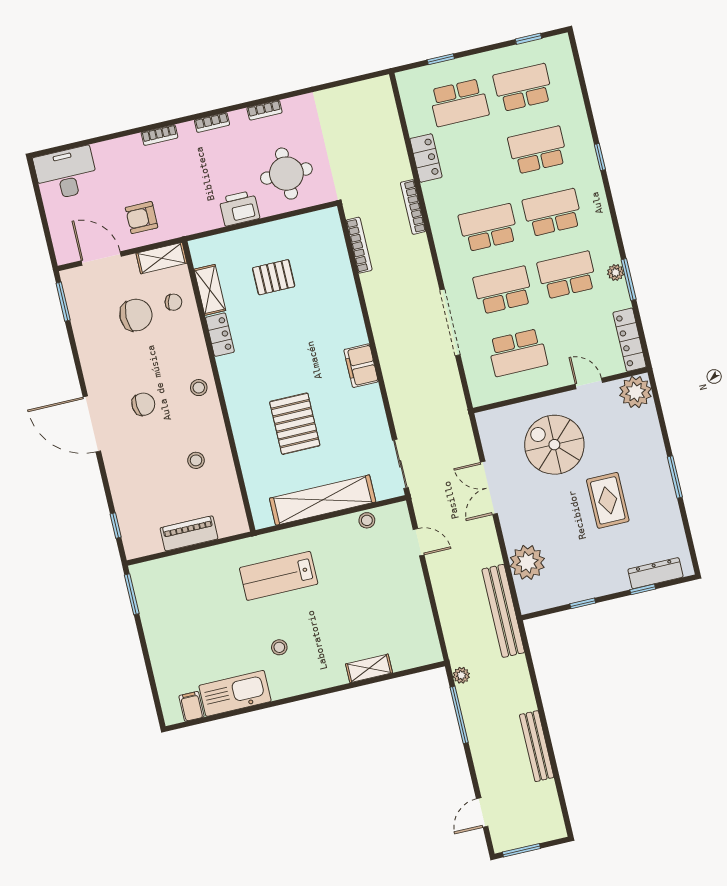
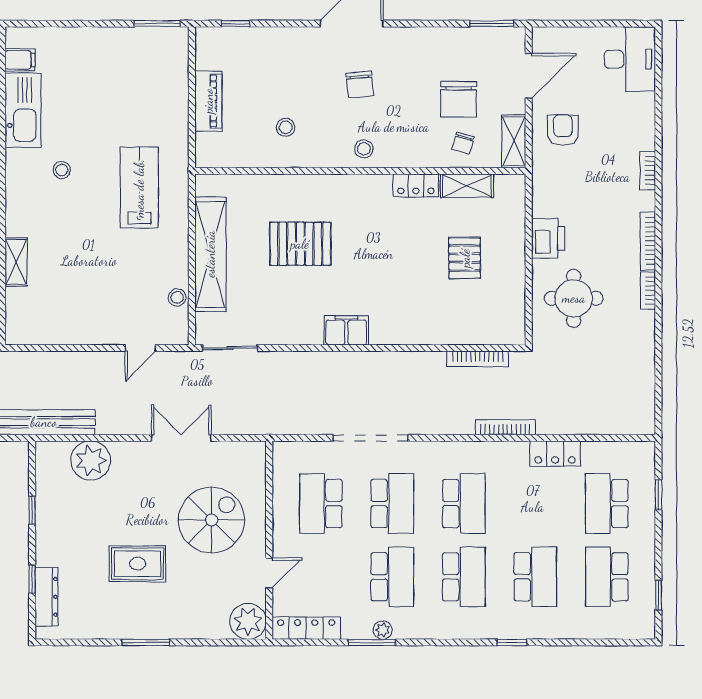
school desk: (523, 88) -> (607, 577), turned 180
bookcase: (212, 123) -> (648, 241), width x1.56

